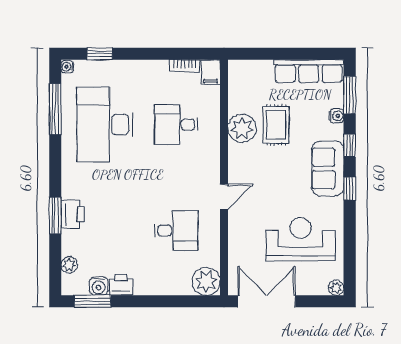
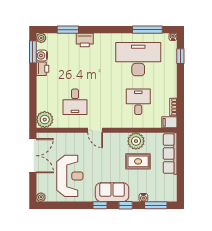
row of seats: (309, 71) -> (170, 154), moved
window: (55, 216) -> (68, 30), moved
plant: (69, 265) -> (41, 38), moved

